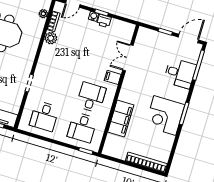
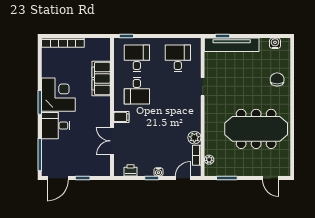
printer: (104, 21) -> (130, 170), moved
double door: (128, 58) -> (112, 141), swing flipped
desk: (180, 73) -> (56, 126), moved

